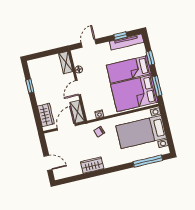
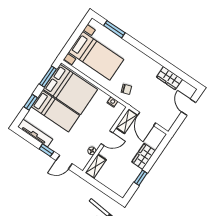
window: (120, 36) -> (46, 150), moved
wardrobe: (46, 115) -> (144, 156), moved
door: (66, 127) -> (147, 119), hinge flipped
window: (148, 161) -> (114, 29), width x0.69
wardrobe: (92, 165) -> (169, 78), moved

